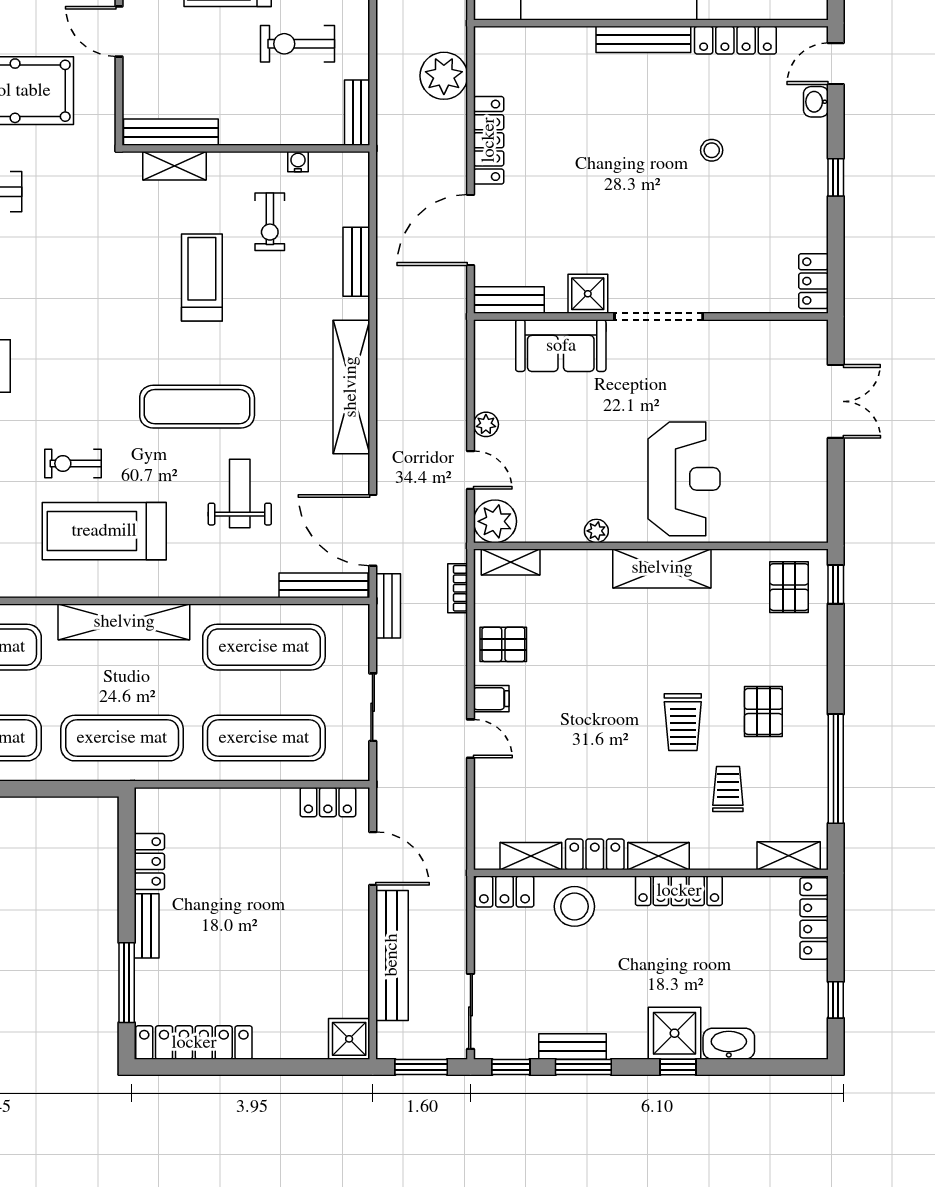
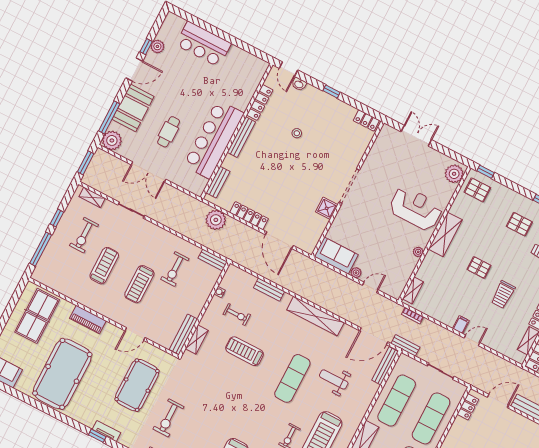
bench: (509, 300) -> (218, 182), moved
sofa: (561, 346) -> (336, 256), moved, turned -90
plant: (495, 521) -> (454, 174), moved
pallet: (503, 644) -> (479, 267), moved, turned 90
trolley: (683, 722) -> (503, 295), moved, turned 90

